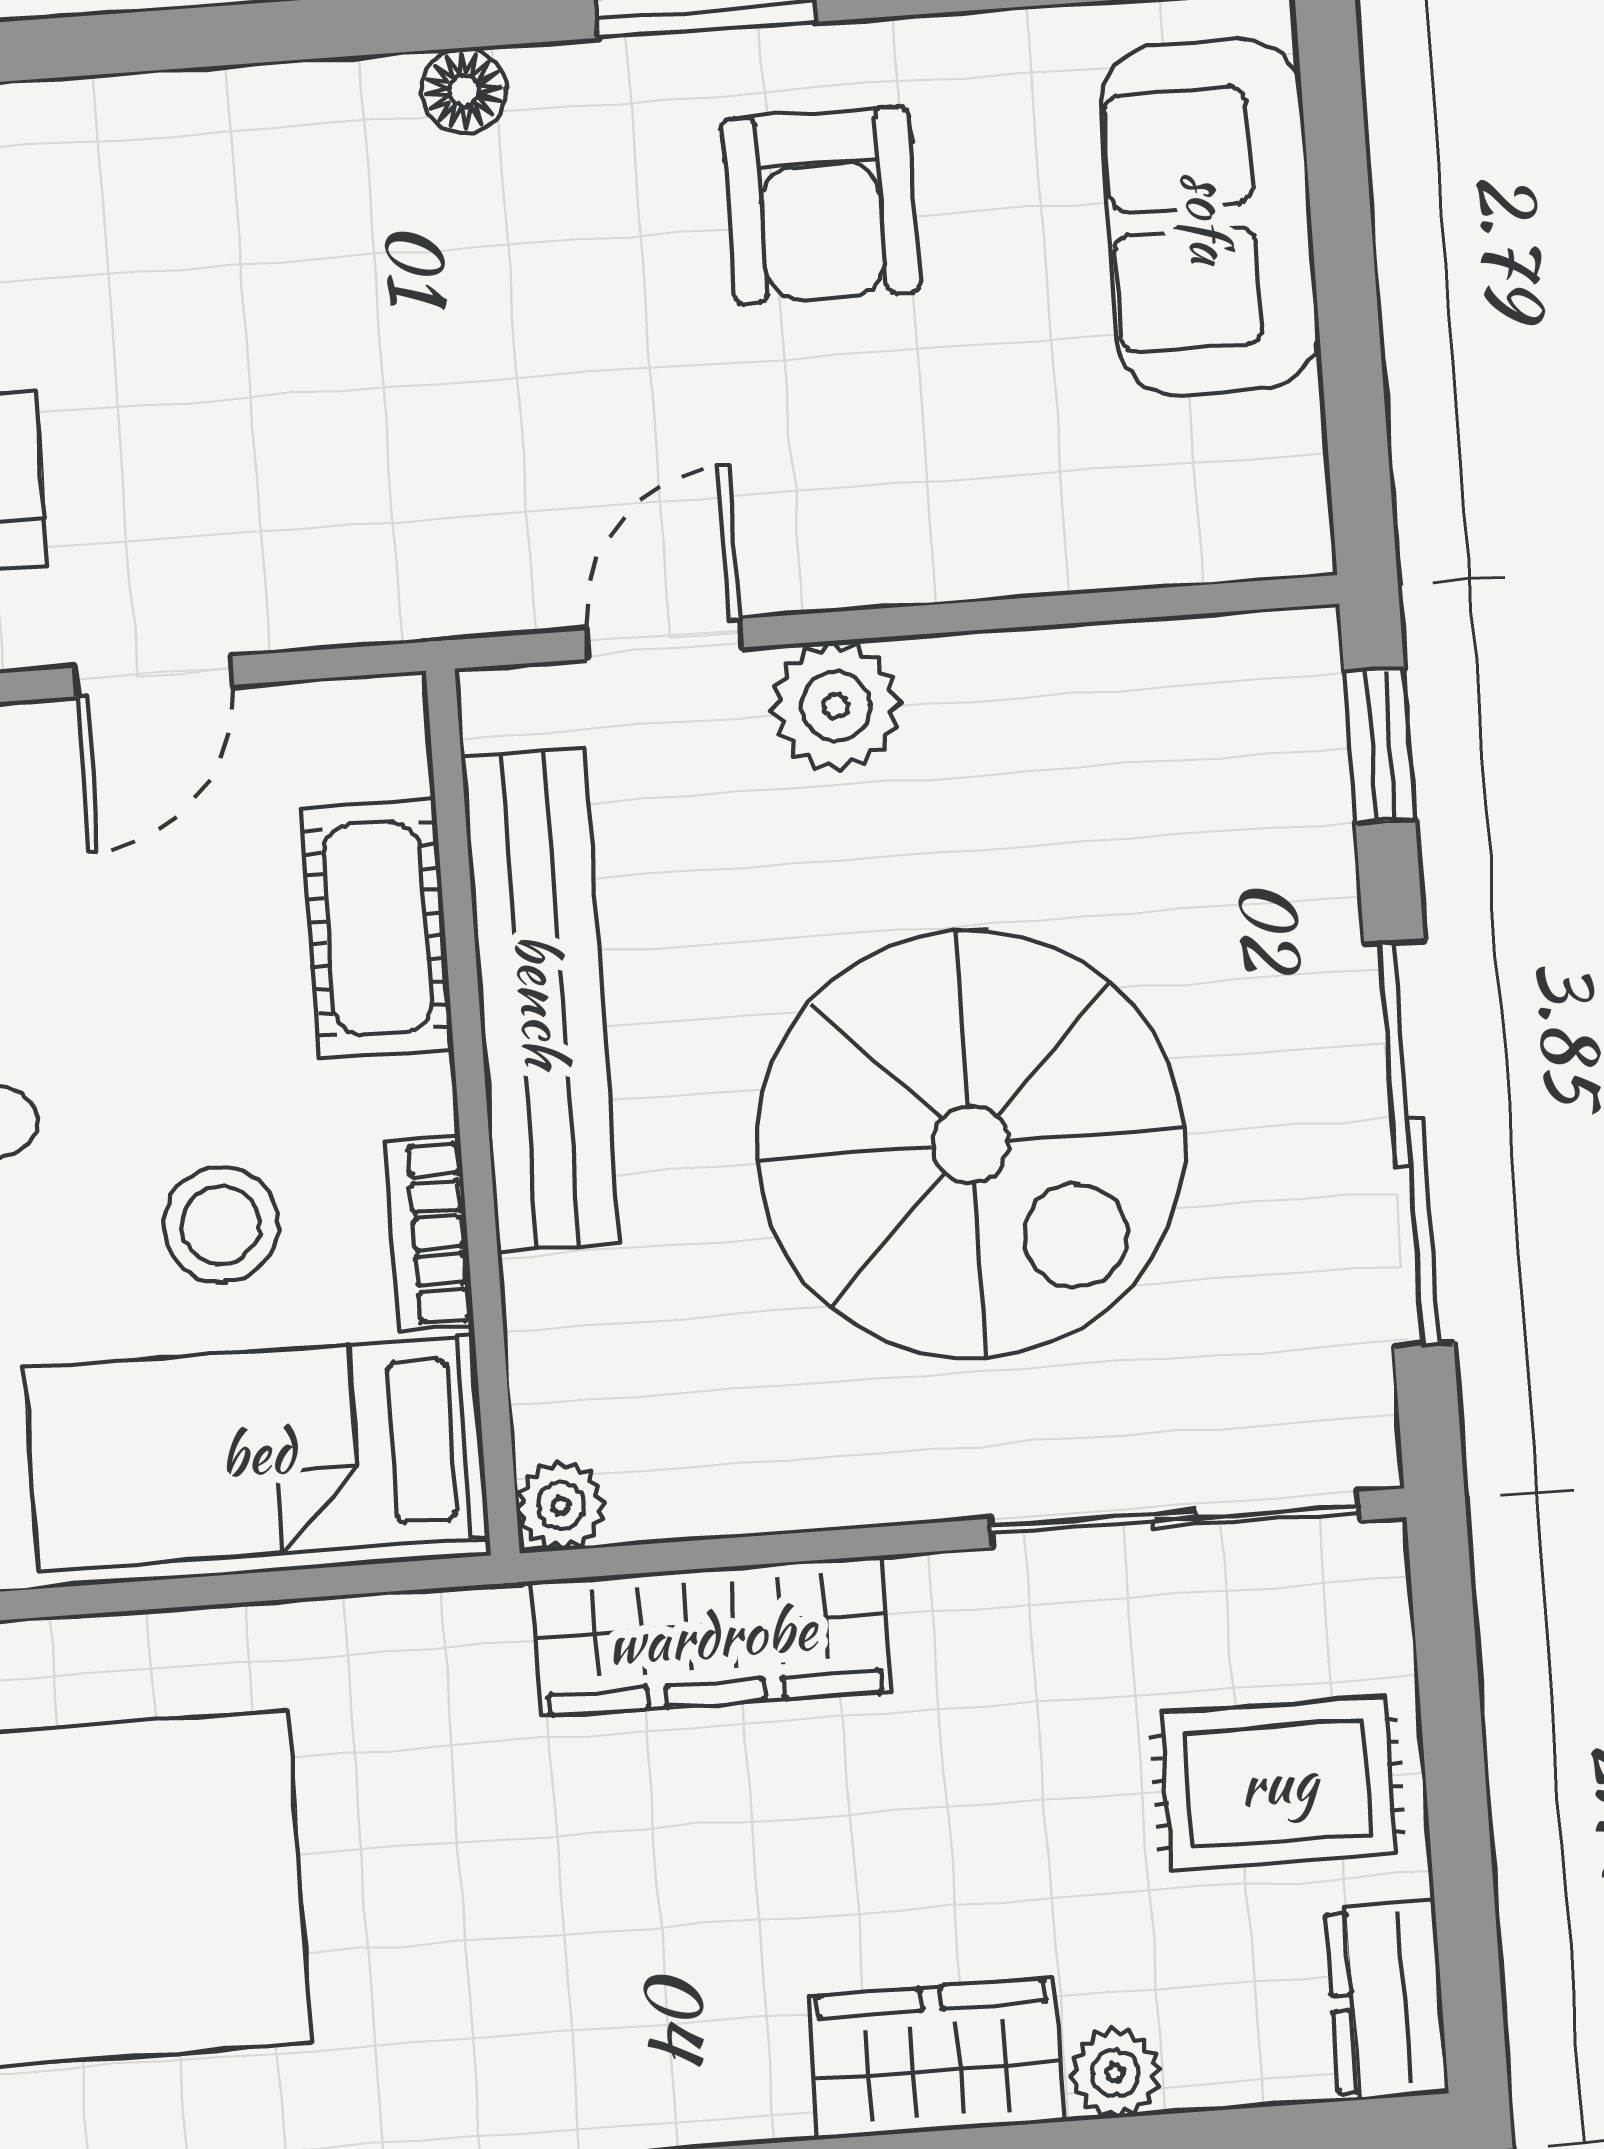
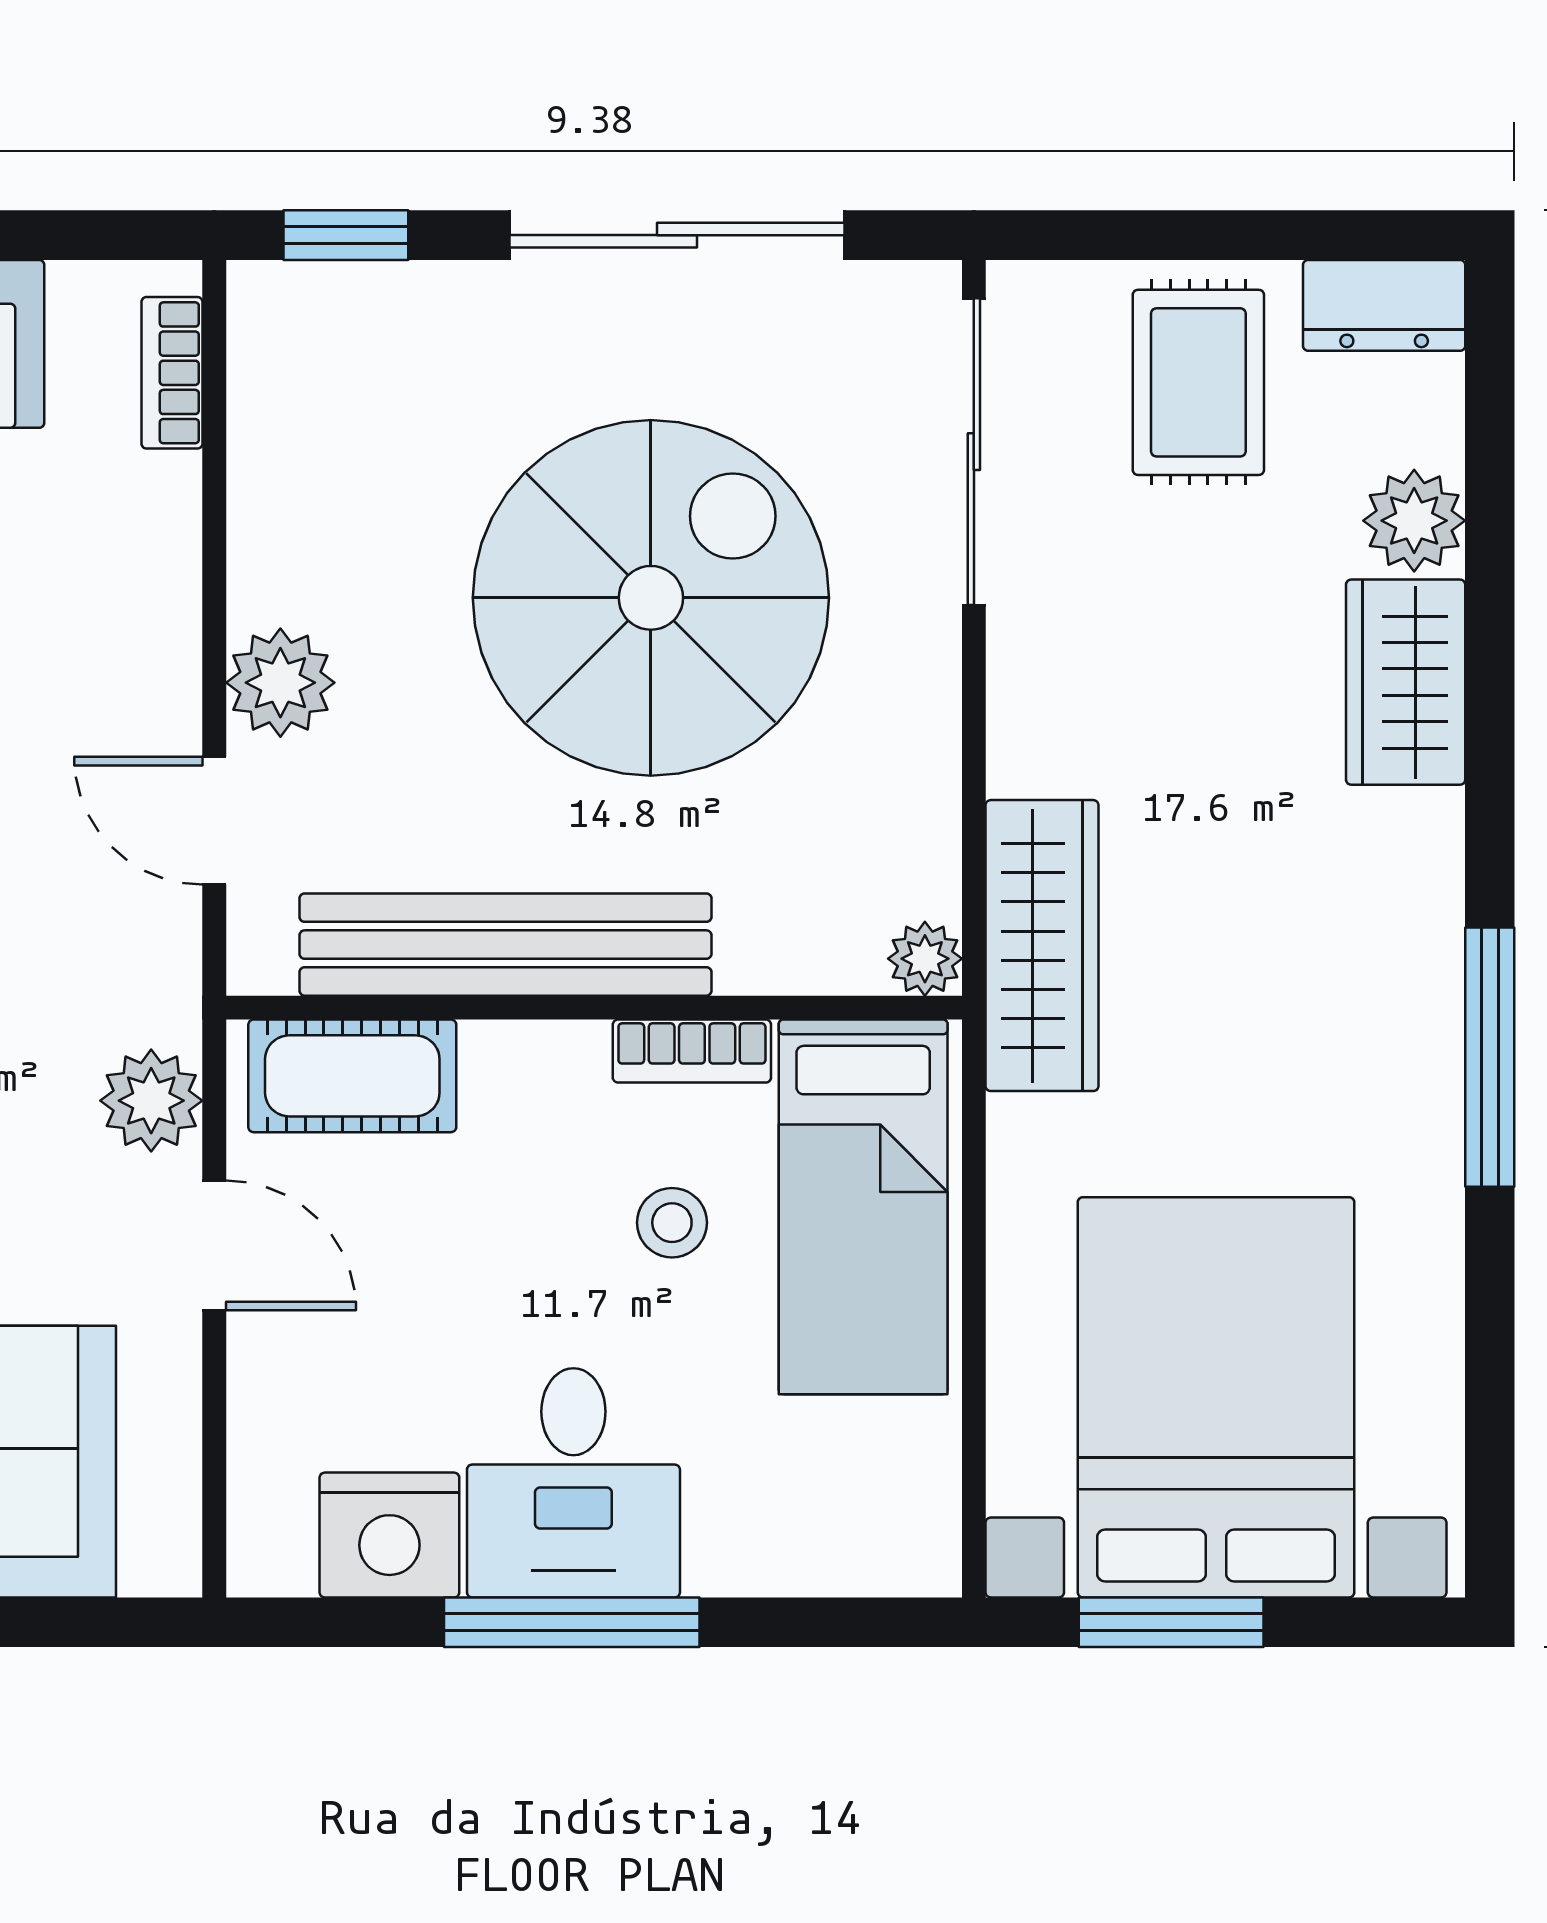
bookcase: (1199, 549) -> (172, 373), added
plant: (322, 588) -> (151, 1101), added
cot: (377, 929) -> (352, 1076), moved
stool: (221, 1225) -> (672, 1223), width x0.73, depth x0.73
wardrobe: (711, 1636) -> (1042, 946), moved
plant: (1115, 2073) -> (1414, 521), width x1.38, depth x1.38

